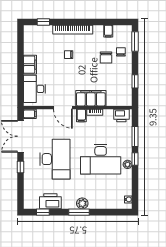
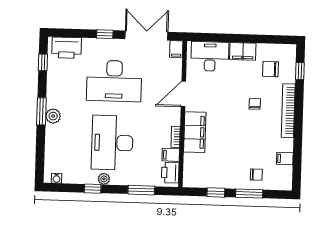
window: (135, 42) -> (249, 194), moved
chair: (106, 57) -> (270, 69), moved
filing cabinet: (81, 115) -> (171, 155), moved
window: (135, 159) -> (93, 189), moved
printer: (50, 201) -> (67, 48), moved, turned 90

